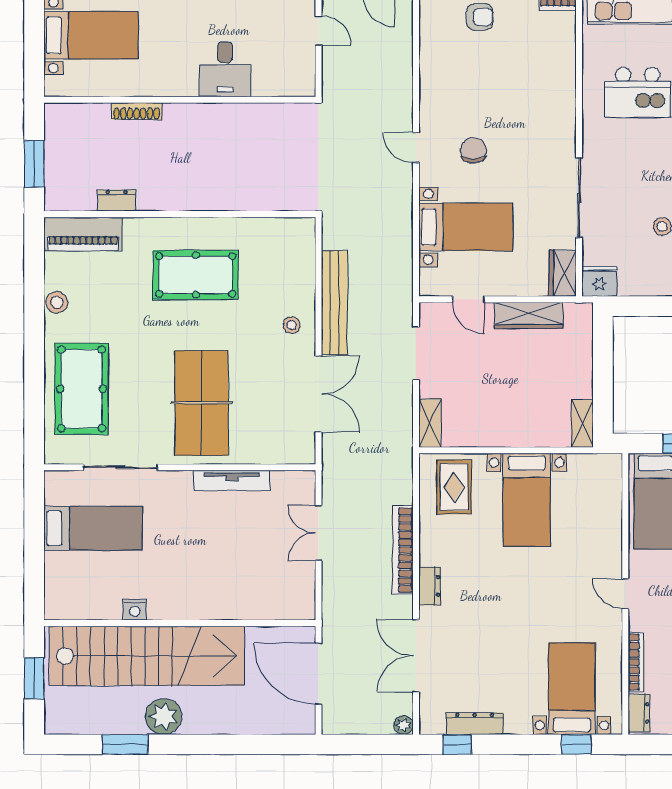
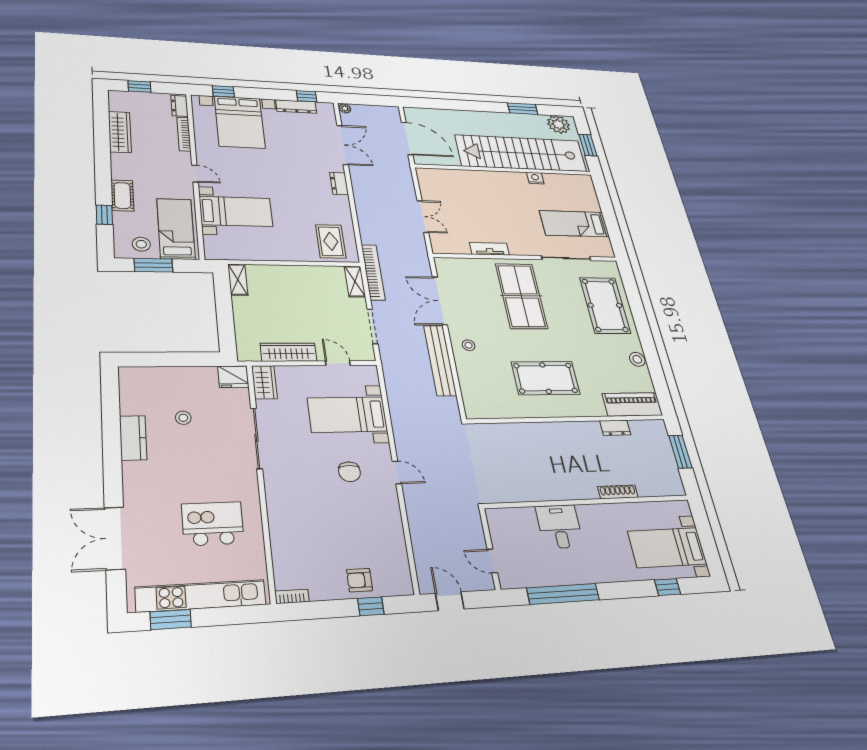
tv unit: (232, 481) -> (489, 249), width x0.71
bed with nightstands: (527, 500) -> (236, 211), moved, turned 90
bookcase: (403, 550) -> (373, 272), moved
bed with nightstands: (572, 689) -> (240, 122), width x1.36
plant: (164, 717) -> (559, 124), moved

